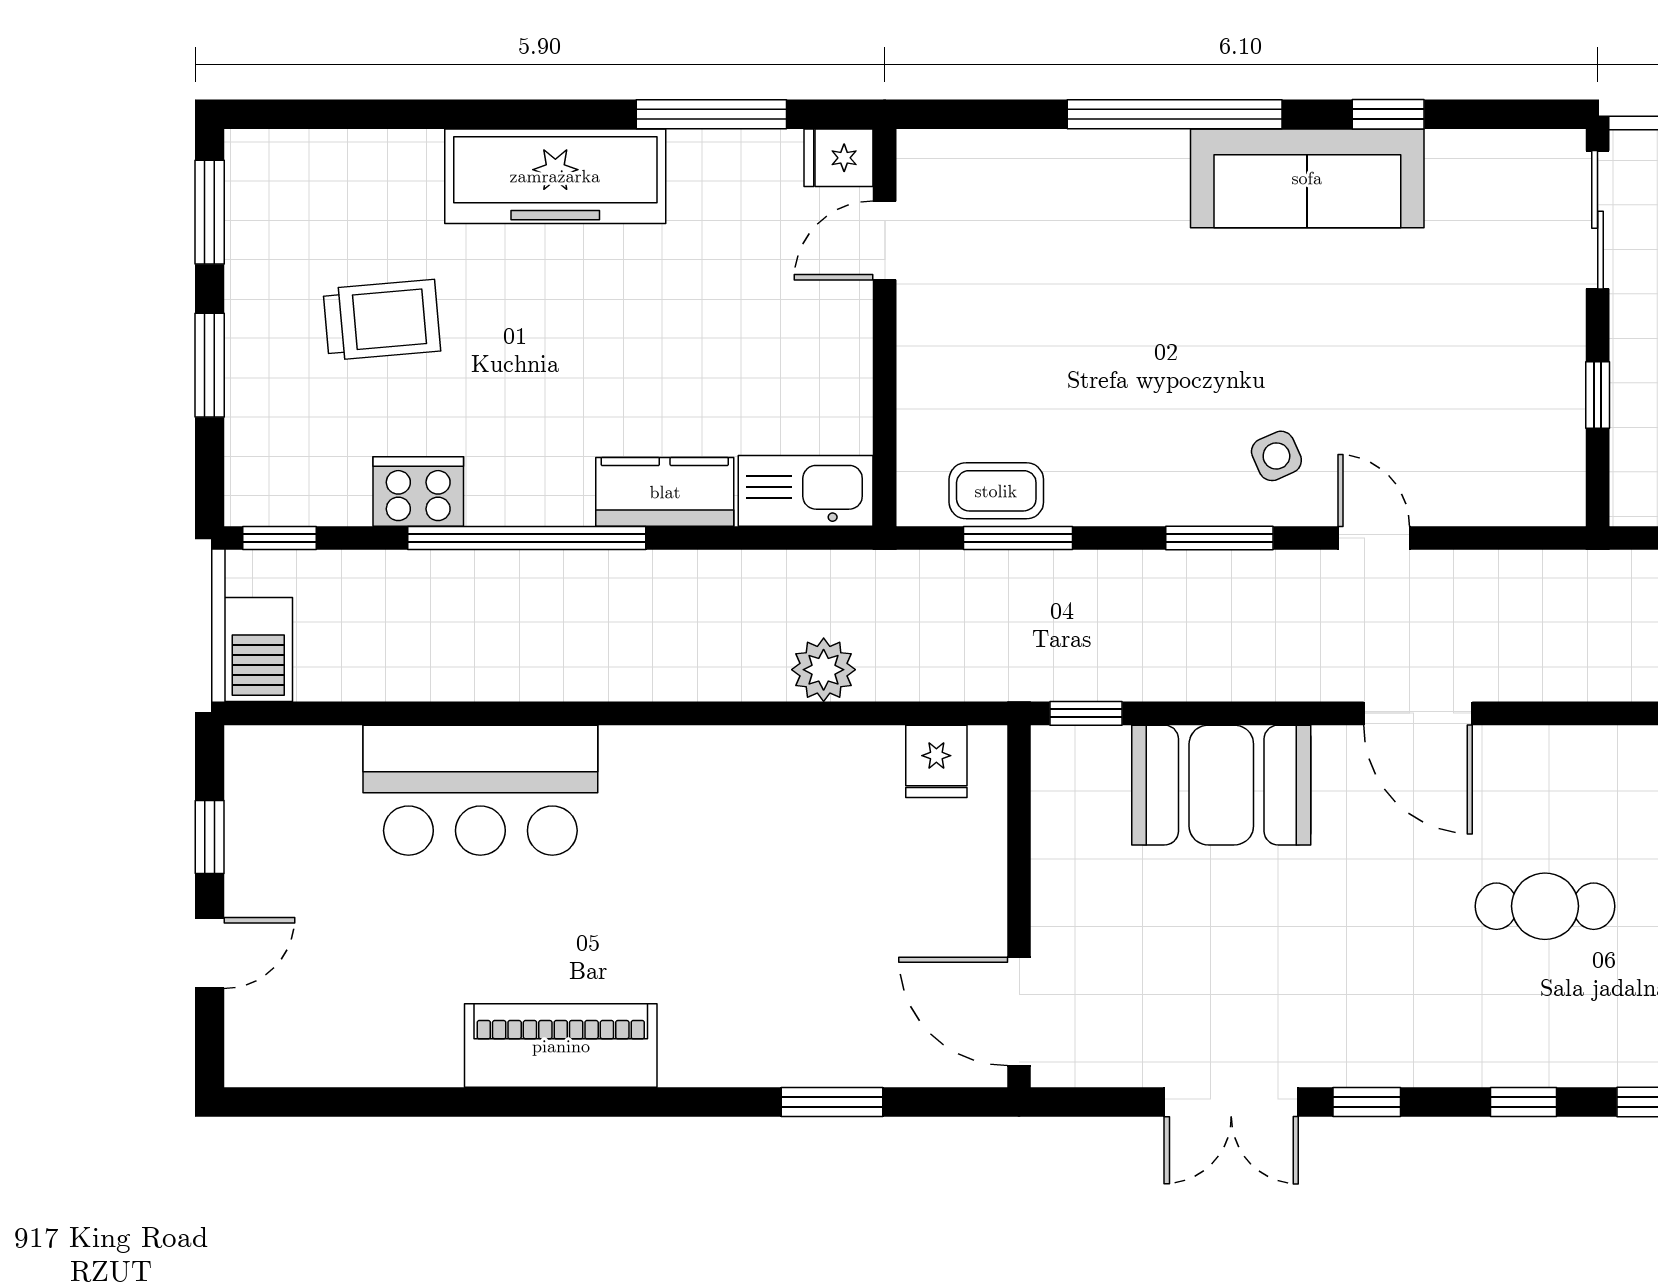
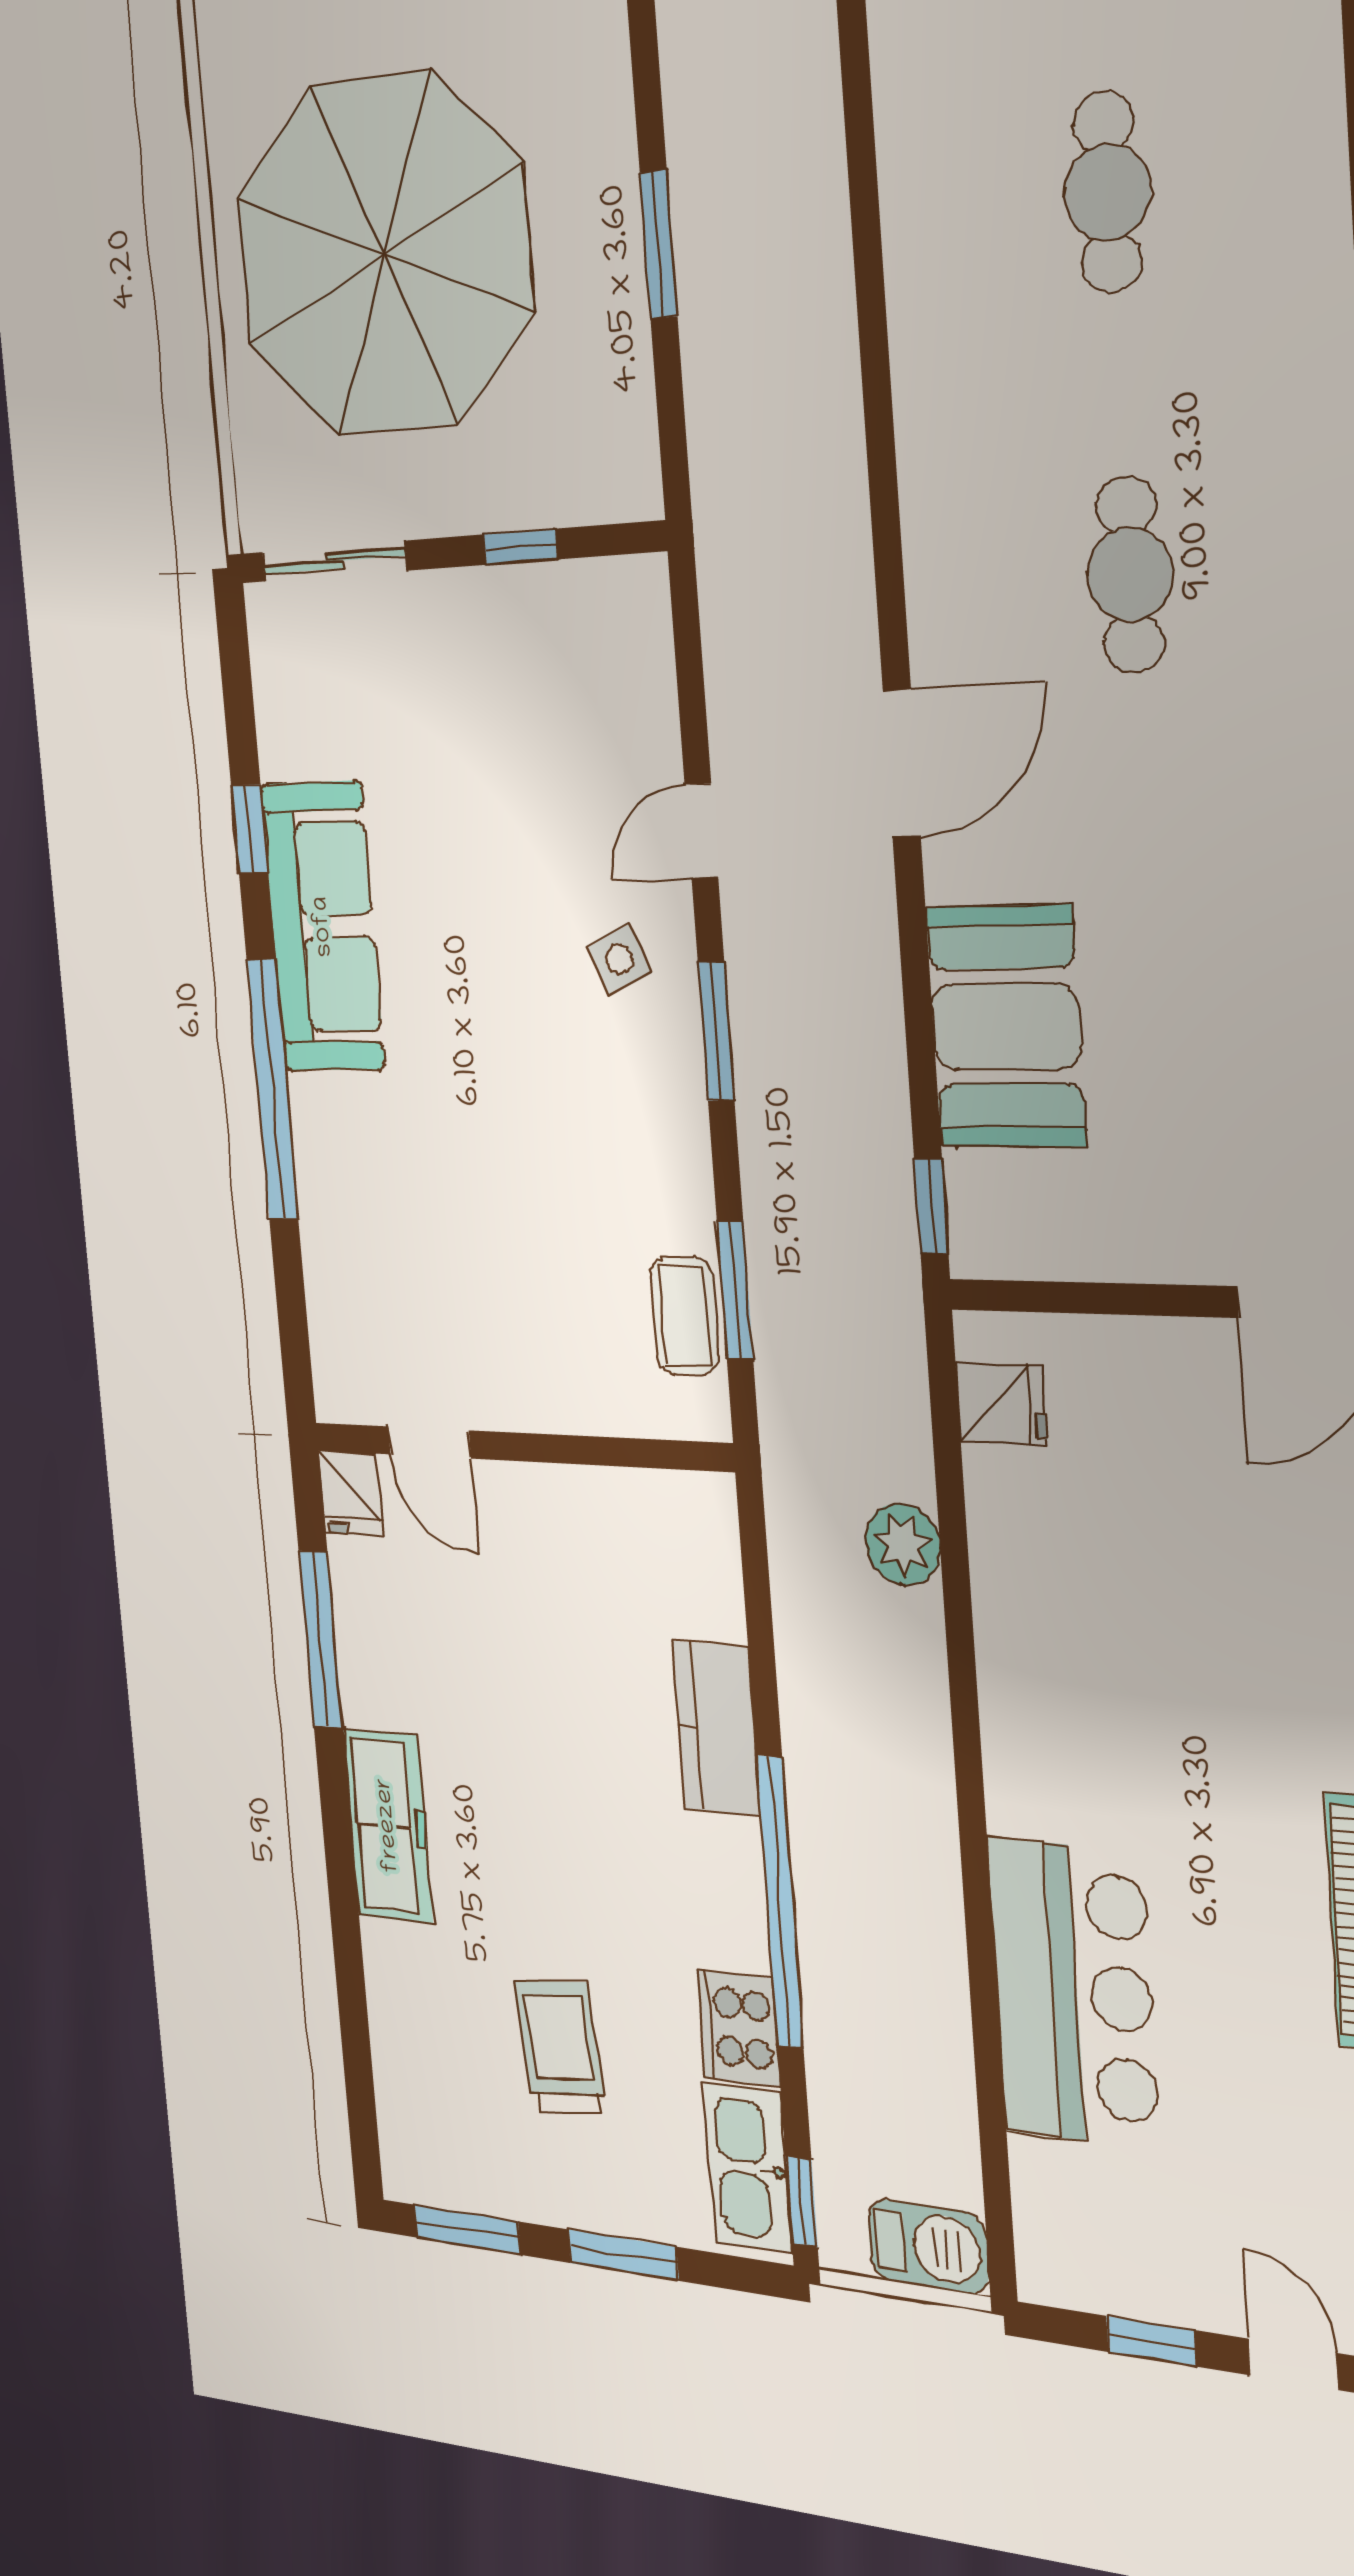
freezer: (555, 176) -> (388, 1826), width x0.73, depth x0.79
kitchen sink: (806, 491) -> (748, 2168), moved

